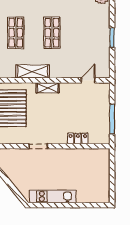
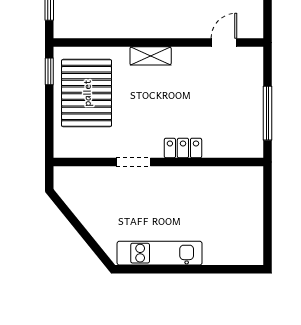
shelving: (33, 71) -> (123, 26), removed
locker: (78, 138) -> (183, 148), moved

